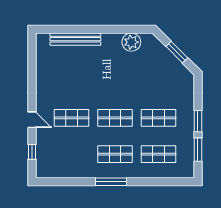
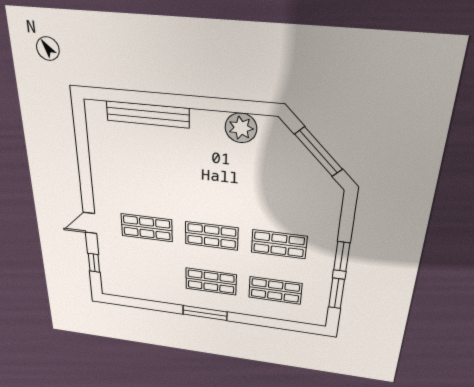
window: (177, 52) -> (319, 152), width x1.44
door: (32, 120) -> (90, 223), swing flipped

